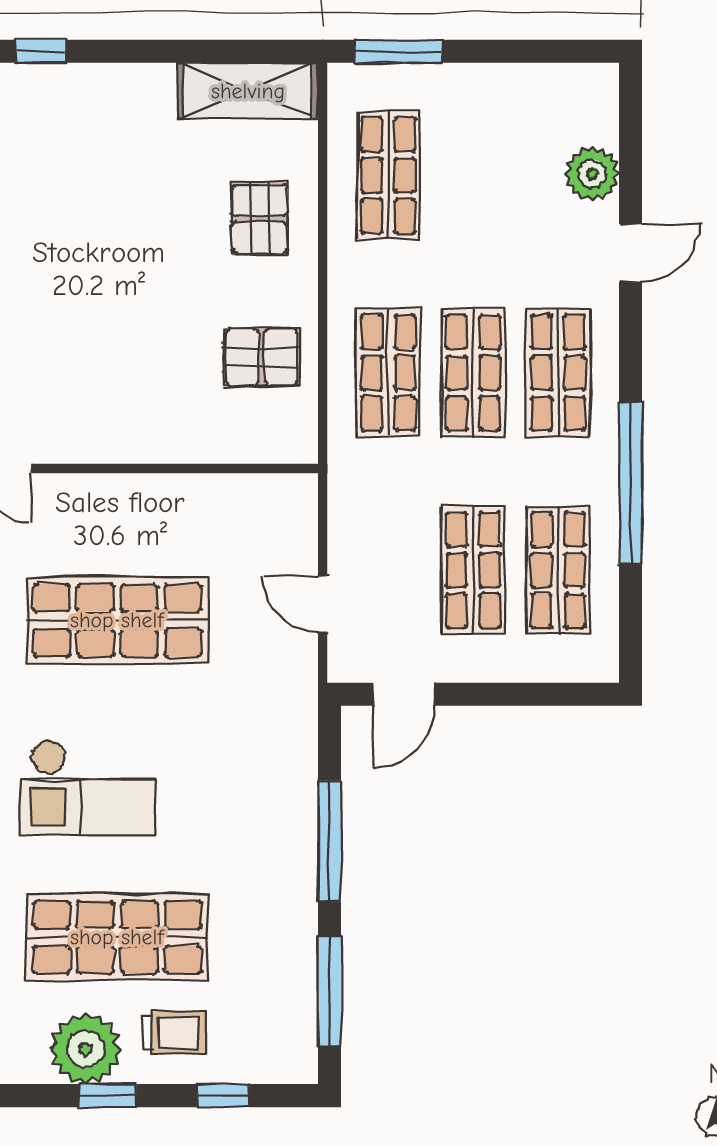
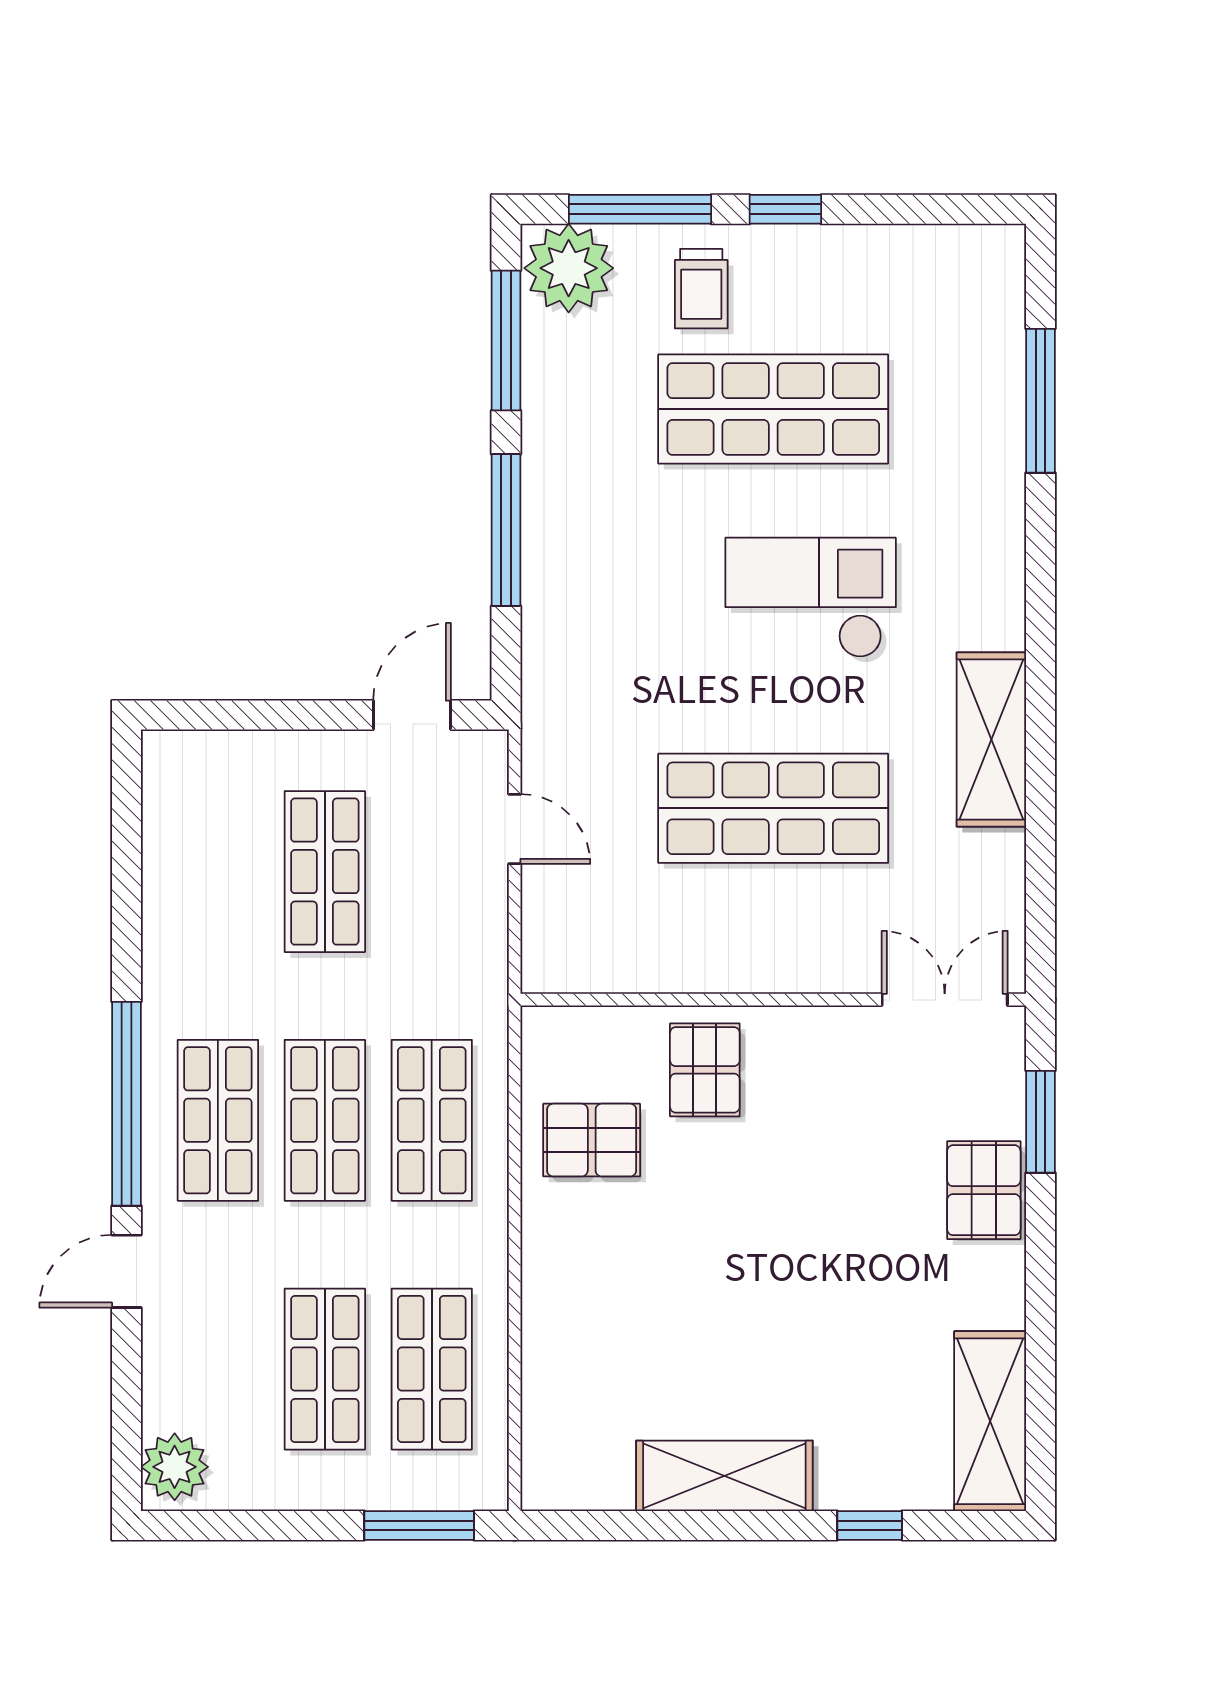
shelving: (248, 91) -> (724, 1476), moved
plant: (592, 174) -> (175, 1467), moved
pallet: (260, 219) -> (705, 1070), moved
window: (631, 483) -> (126, 1104), moved
shop shelf: (558, 570) -> (325, 1369), moved
trolley: (175, 1033) -> (701, 289), turned -90
plant: (85, 1049) -> (569, 268), moved
window: (223, 1096) -> (640, 209), width x2.17

